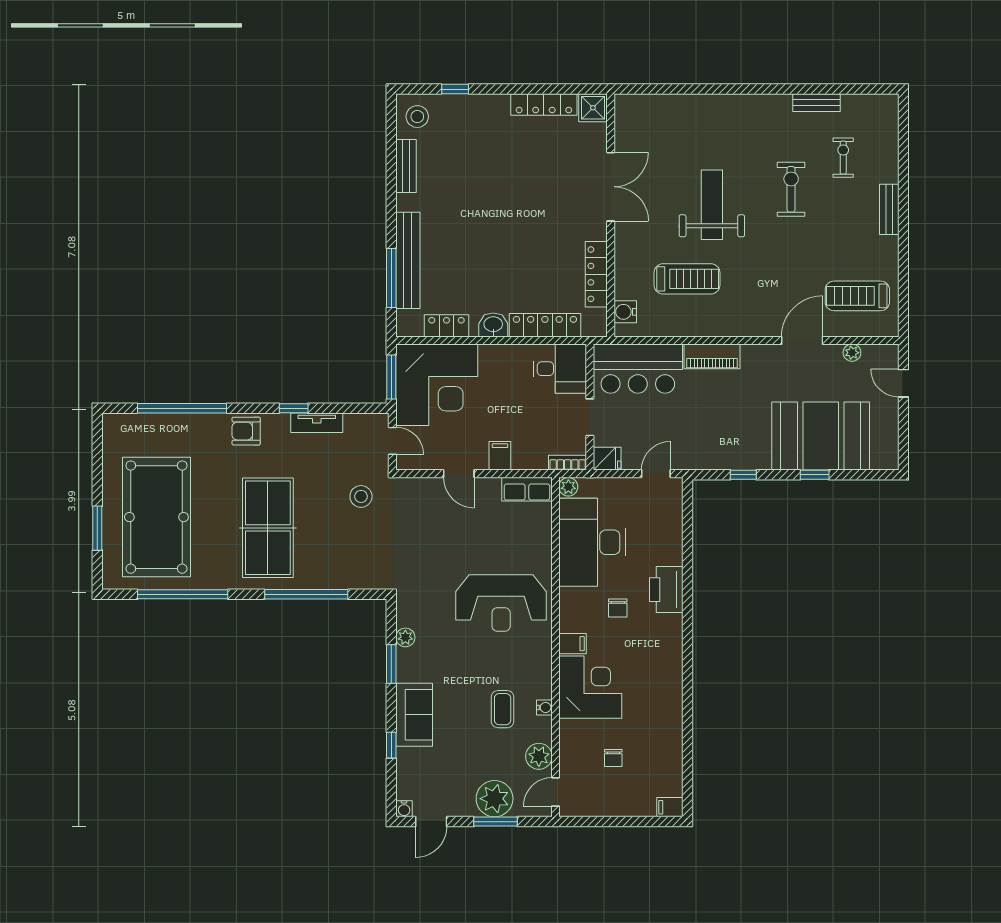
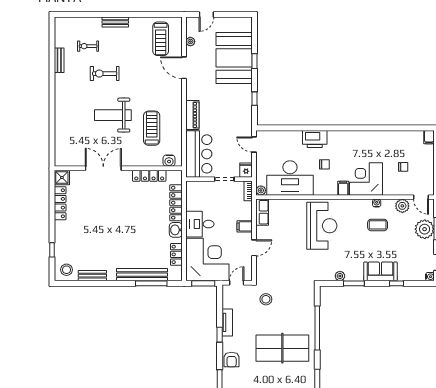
desk: (560, 369) -> (200, 224), moved, turned -90

